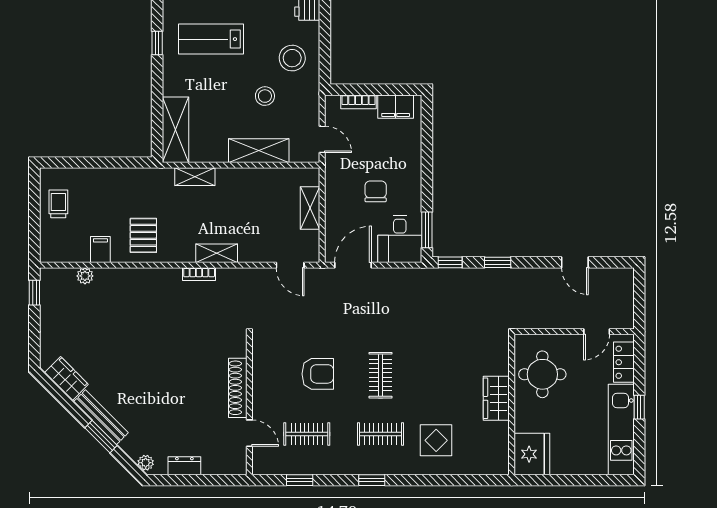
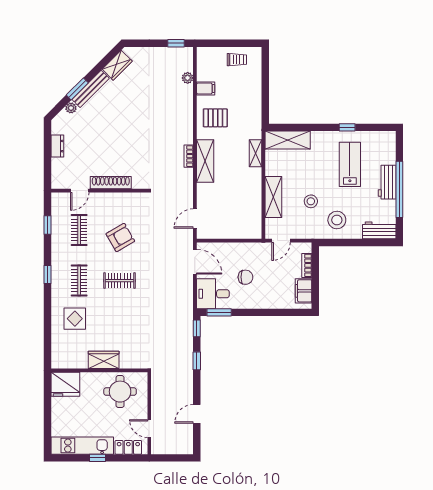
shelving: (310, 208) -> (234, 232), removed
shelving: (217, 253) -> (205, 161), width x1.50, depth x1.33
armchair: (318, 374) -> (120, 238), turned -120
plant: (146, 463) -> (71, 108), moved

